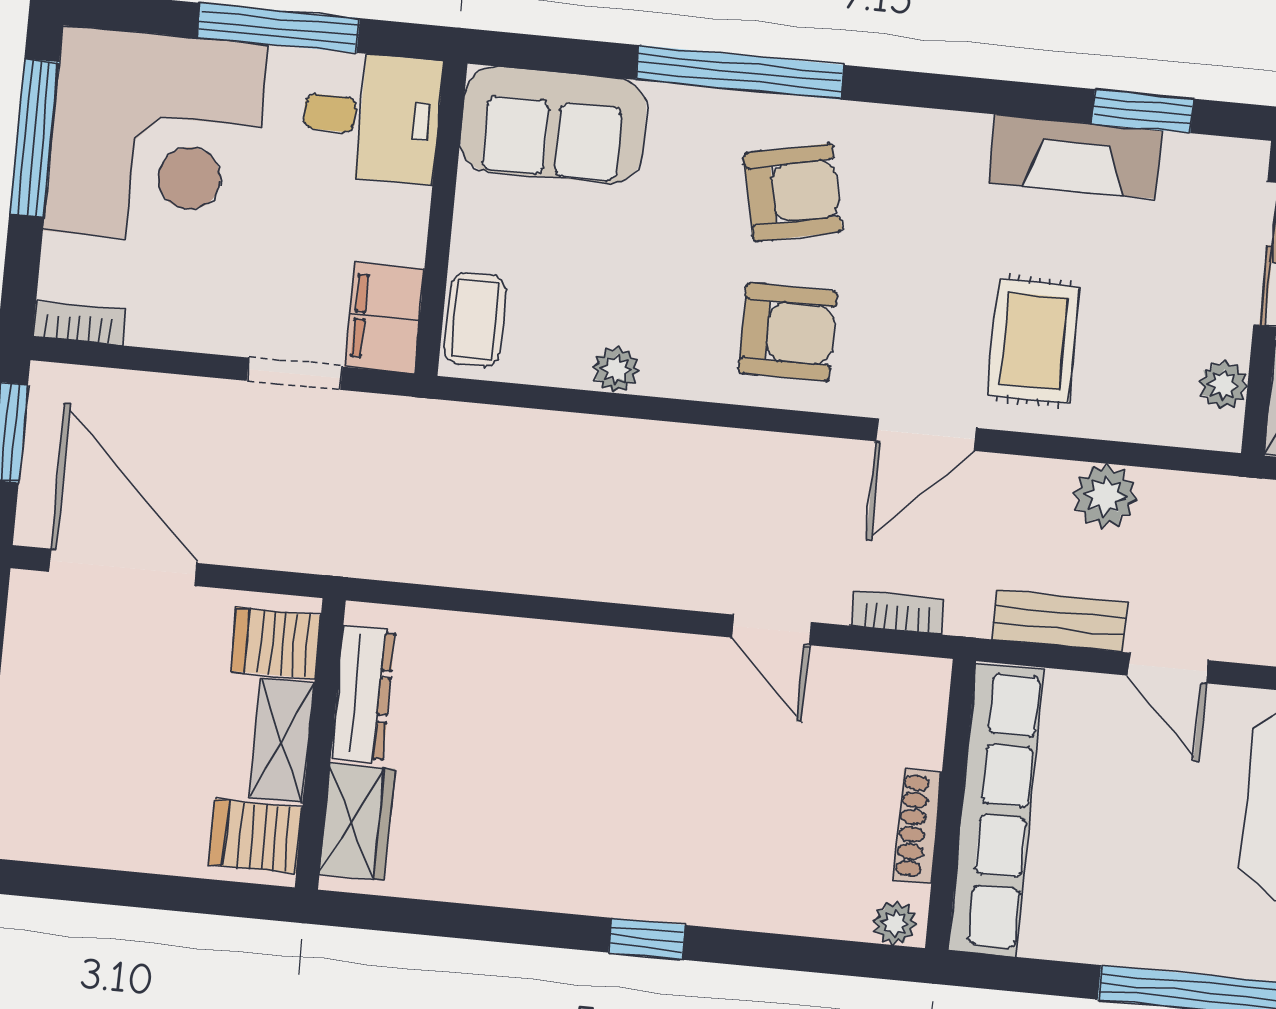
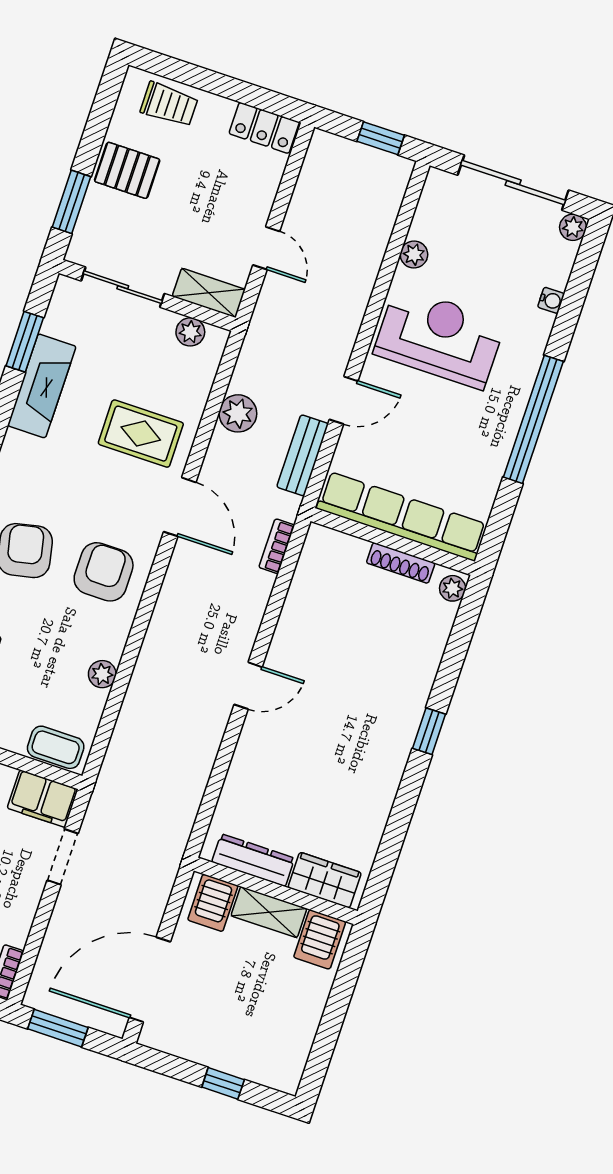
door: (771, 630) -> (248, 686), moved

